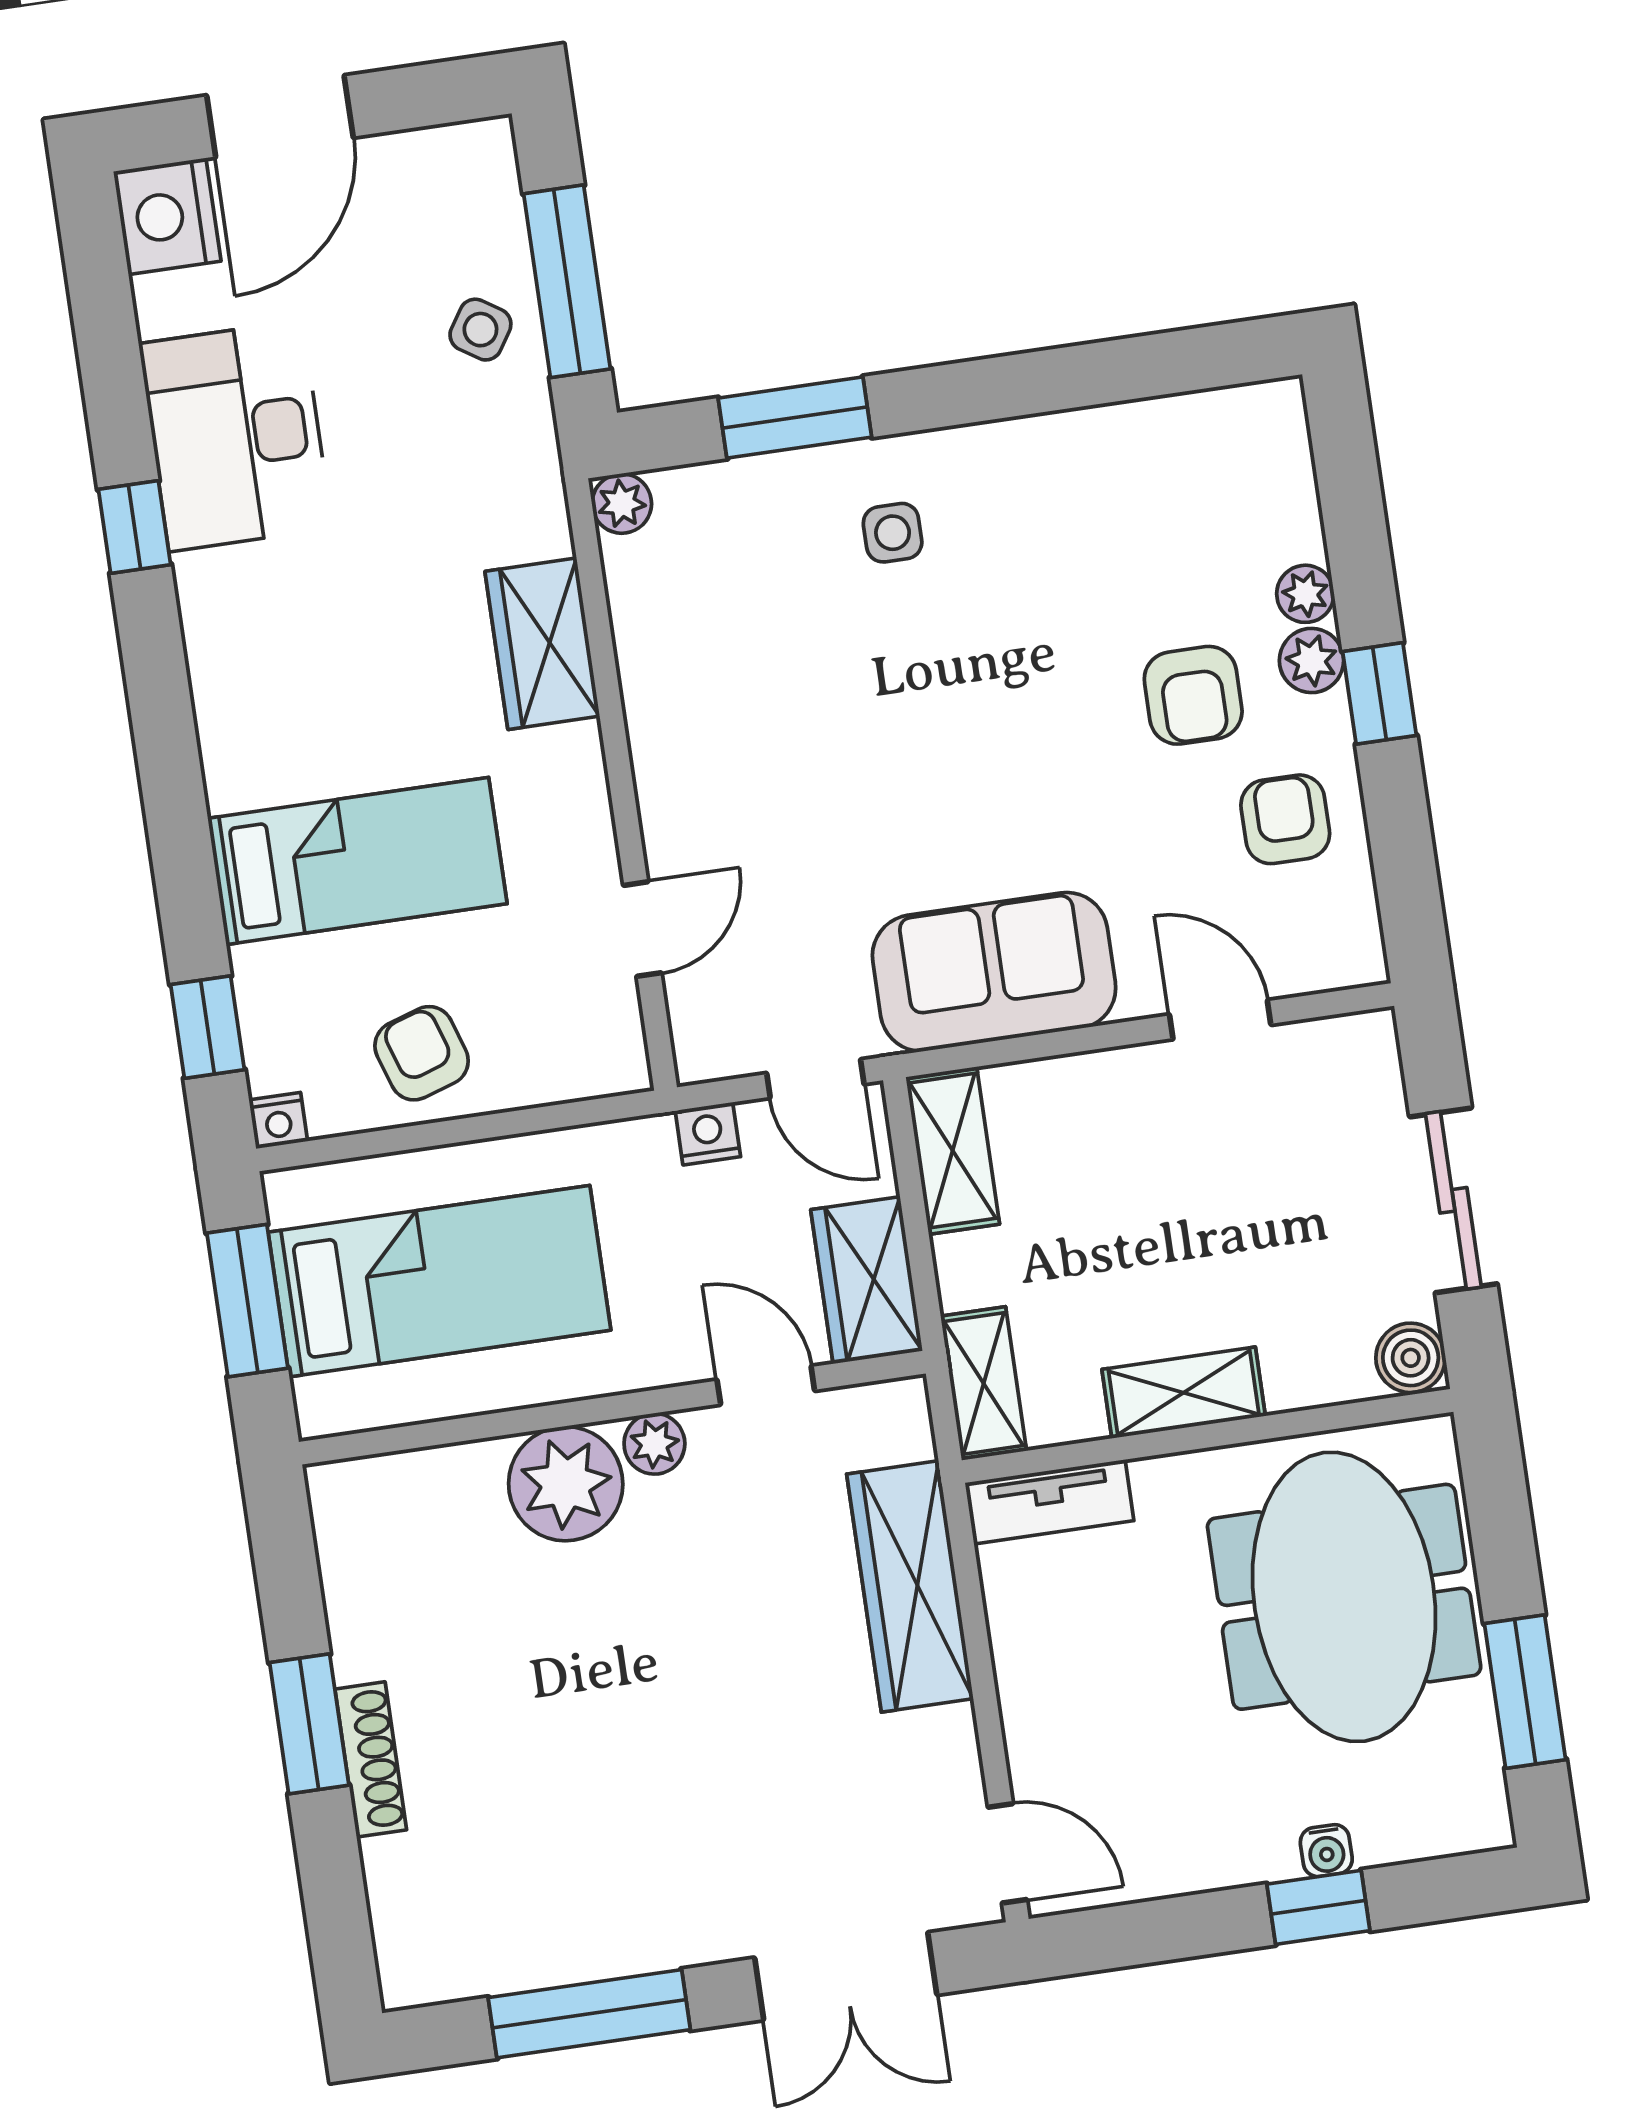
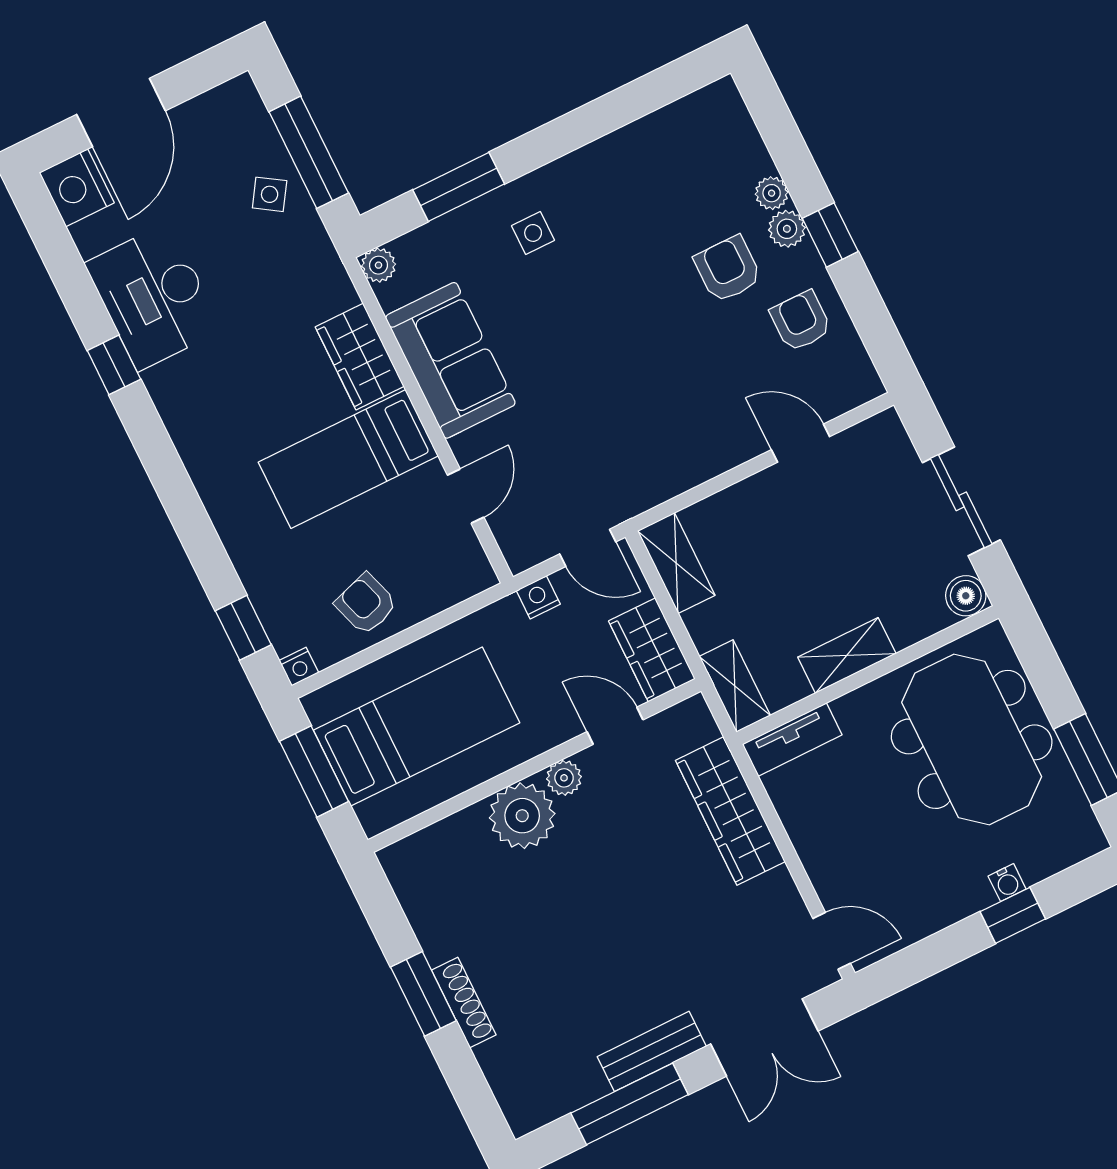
armchair: (1193, 695) -> (728, 269), turned 180
bed: (357, 861) -> (348, 459), moved, turned 180
sofa: (994, 972) -> (450, 360), moved, turned 90
bench: (653, 1939) -> (652, 1051), added

